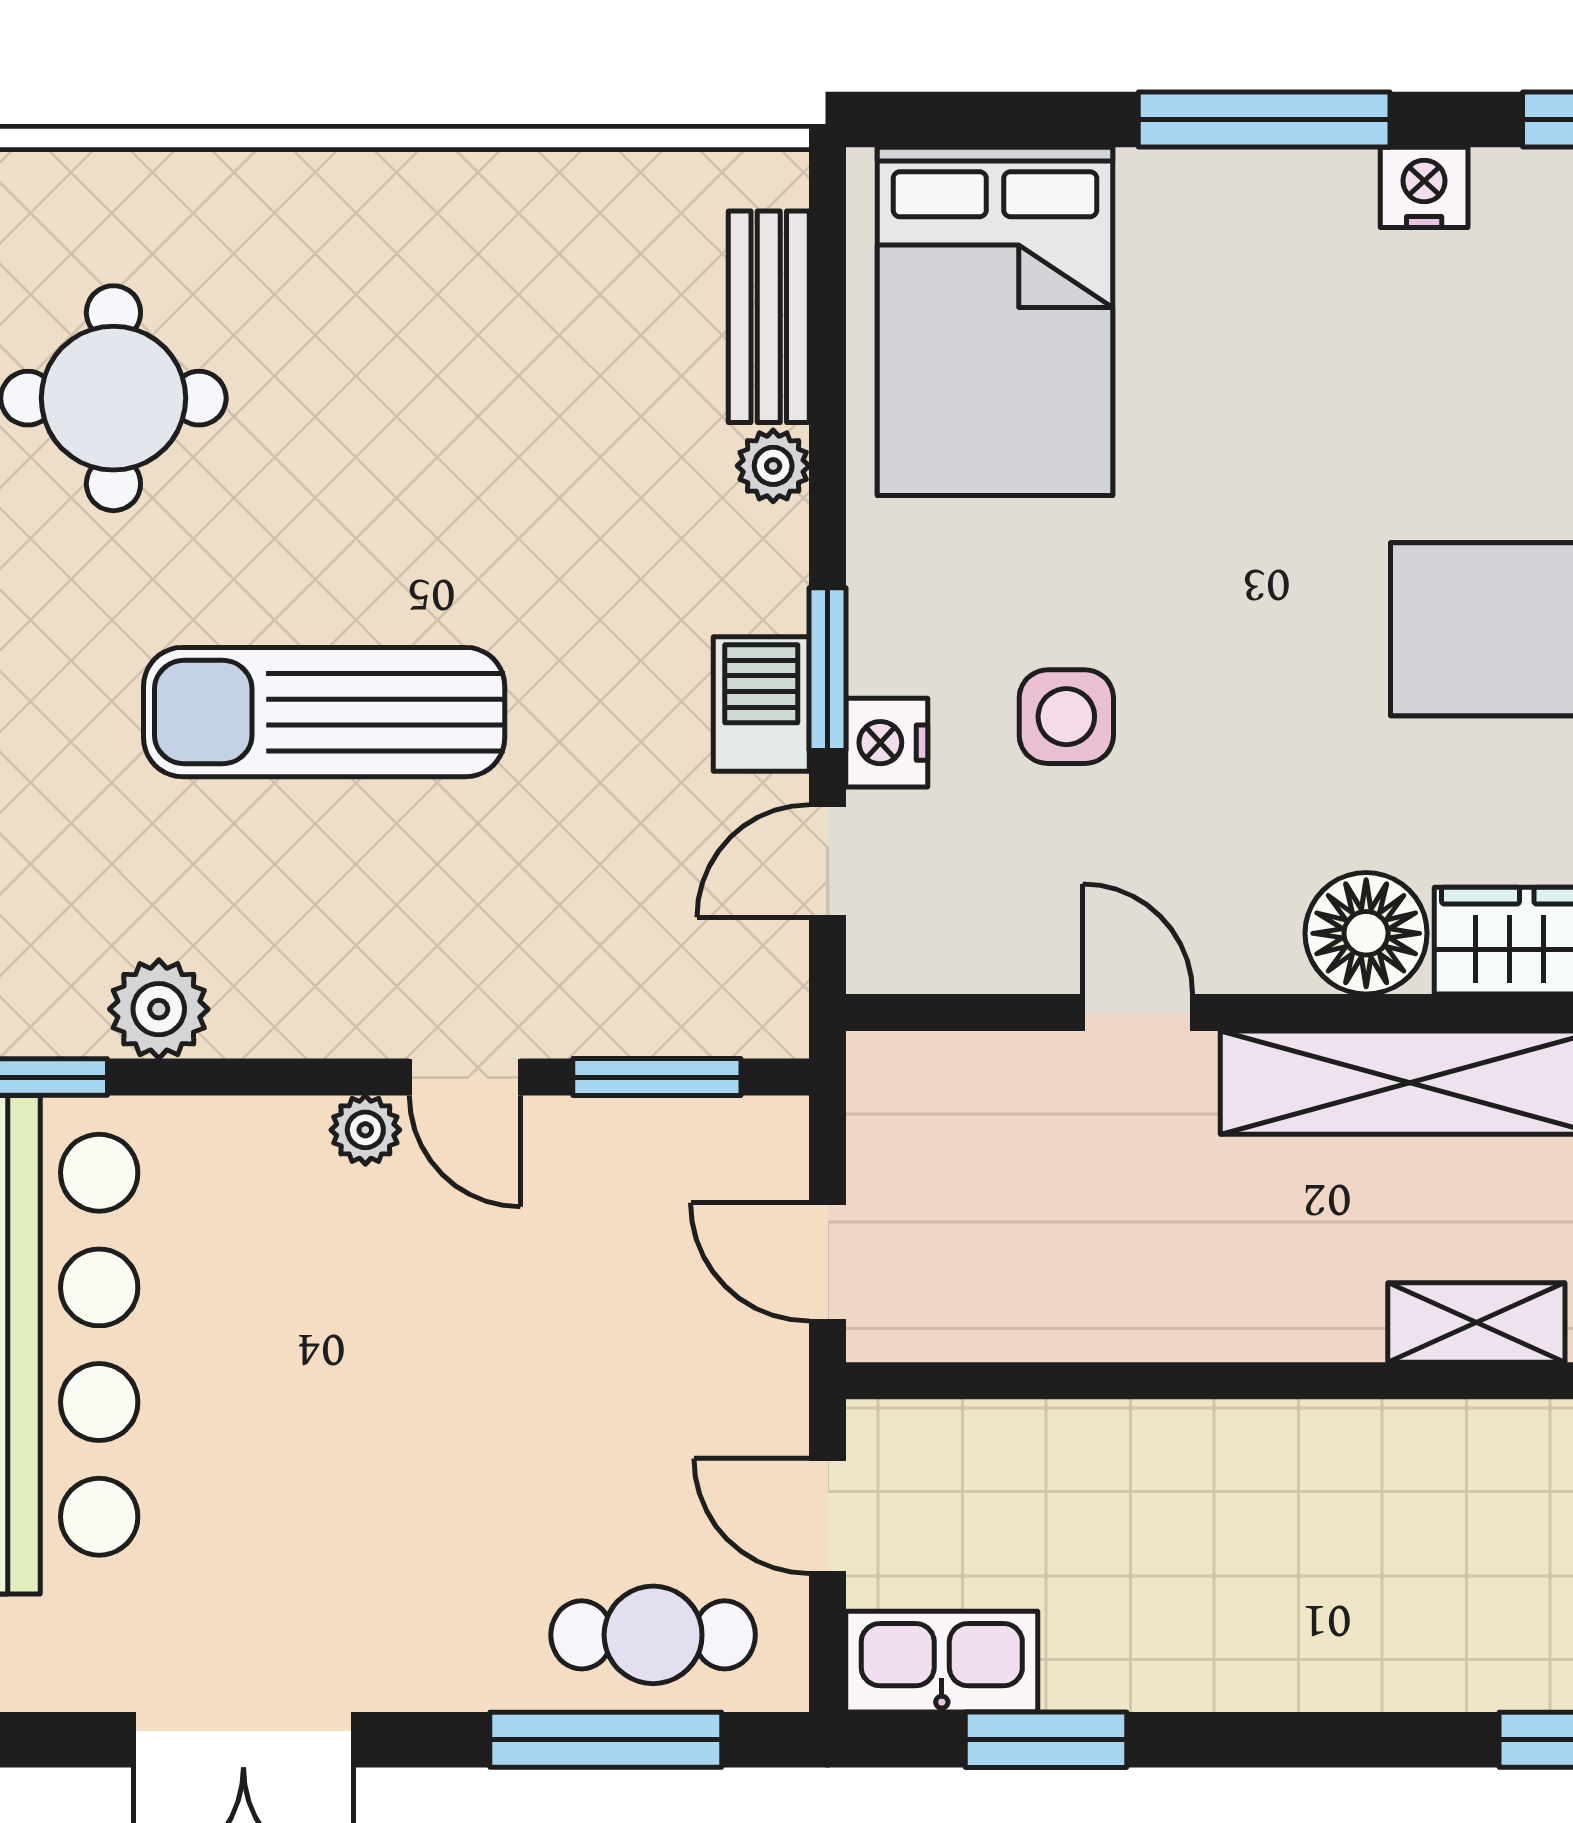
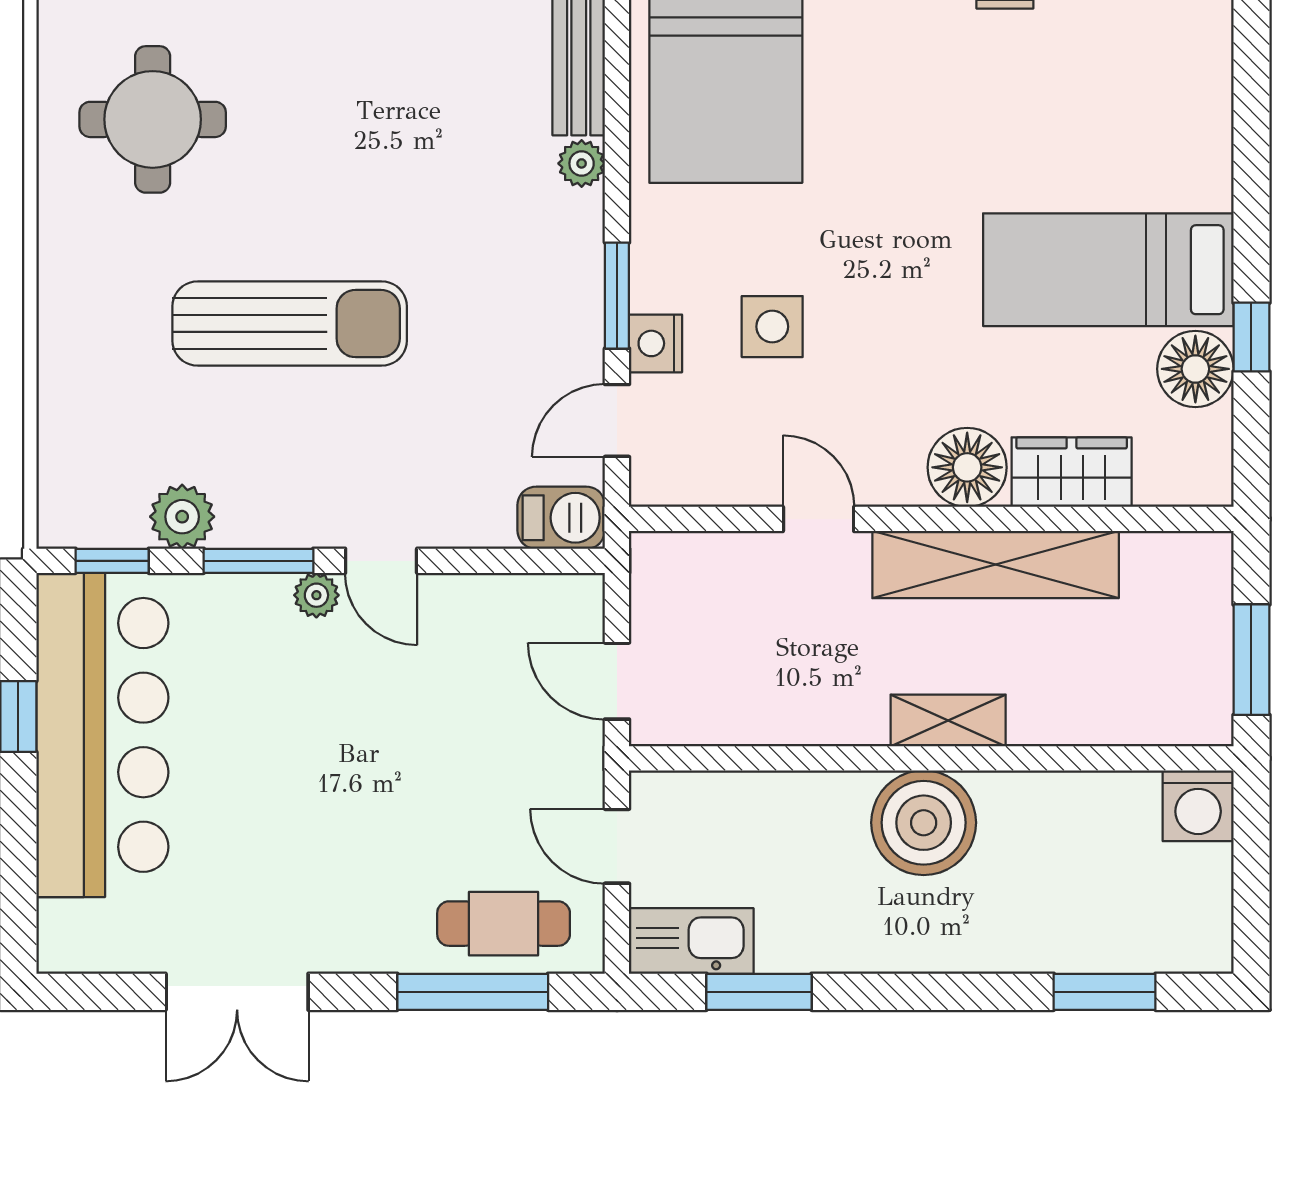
barbecue: (761, 704) -> (561, 518), moved, turned 90
sun lounger: (324, 712) -> (290, 324), turned 180
window: (657, 1077) -> (259, 561), moved
shelving: (1476, 1323) -> (948, 721), moved
boiler: (1299, 1480) -> (924, 823), added

